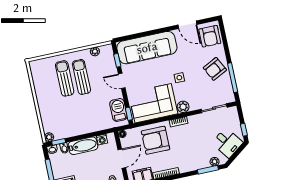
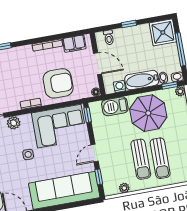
door: (122, 81) -> (95, 153), swing flipped
plant: (183, 107) -> (14, 123), moved
barbecue: (118, 110) -> (115, 106), moved, turned 90
parasol: (76, 117) -> (148, 113), added
door: (122, 159) -> (98, 64), swing flipped

